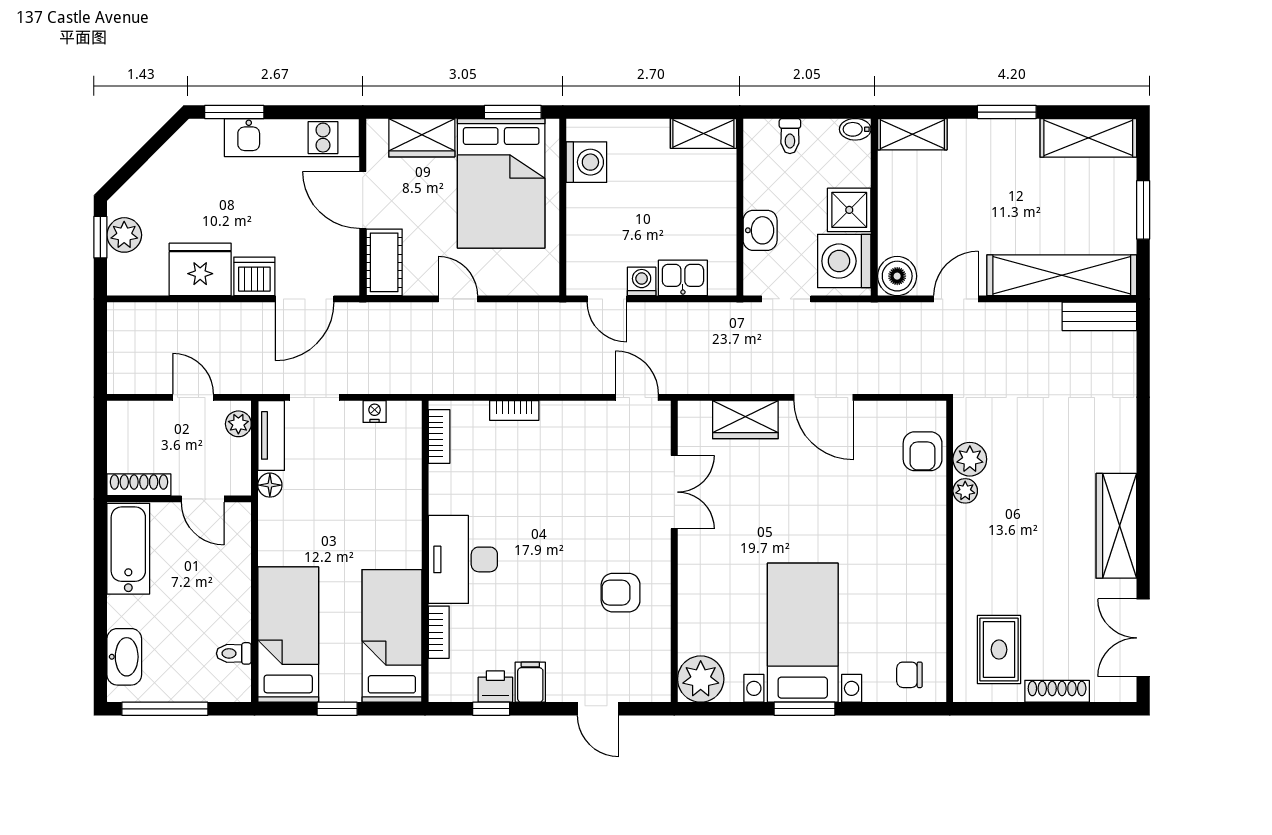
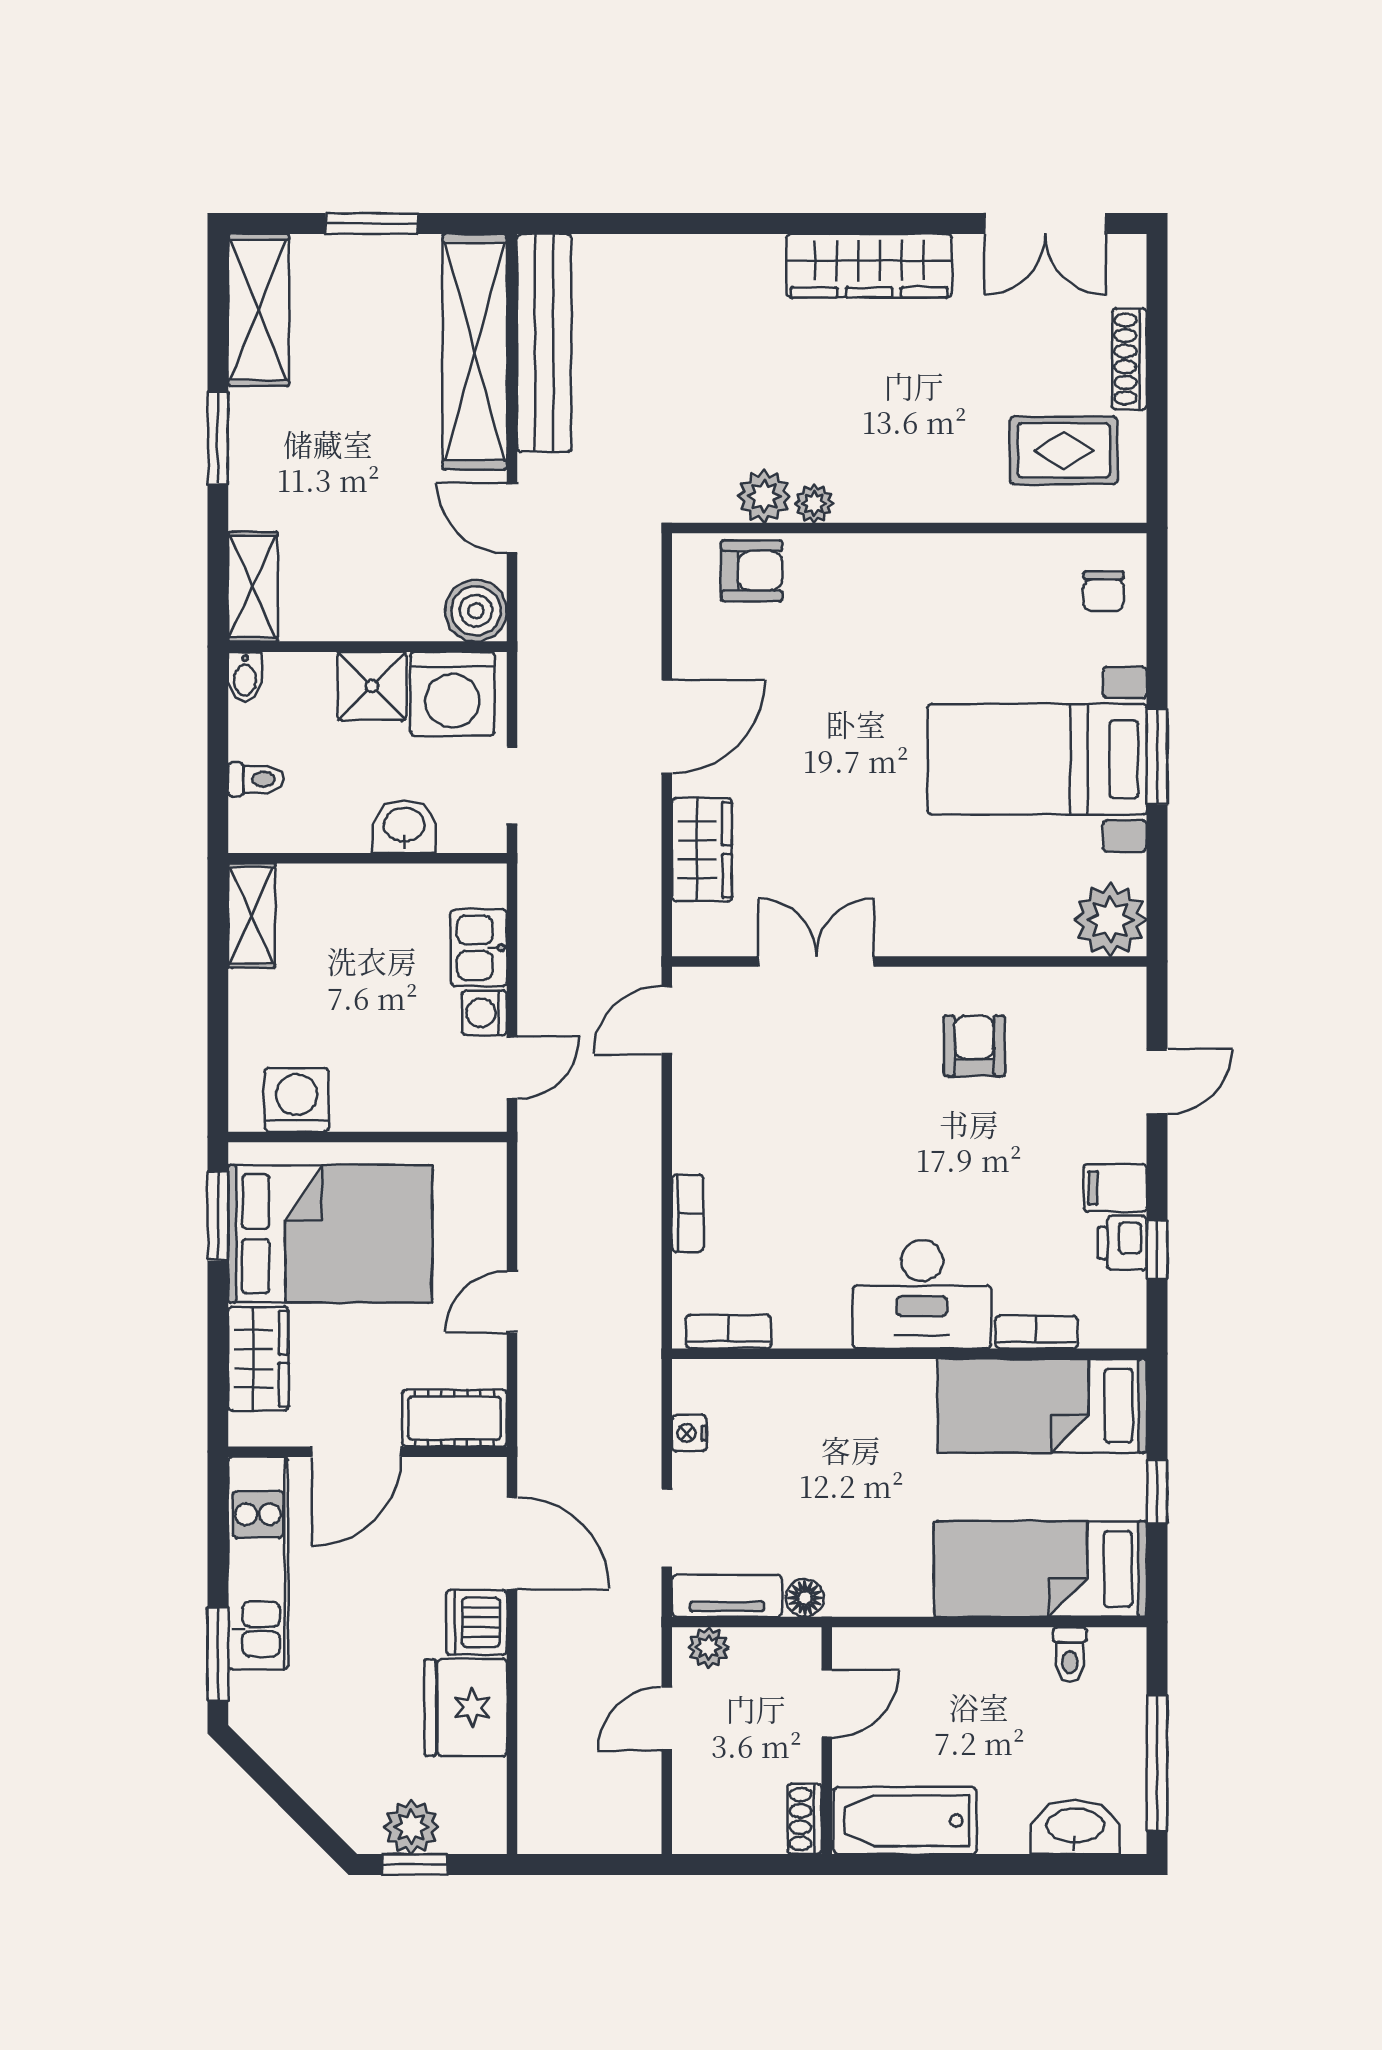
bench: (1099, 316) -> (544, 343), width x1.86, depth x1.21
shoe rack: (139, 485) -> (805, 1819), width x0.70
armchair: (621, 593) -> (974, 1046), turned 180

